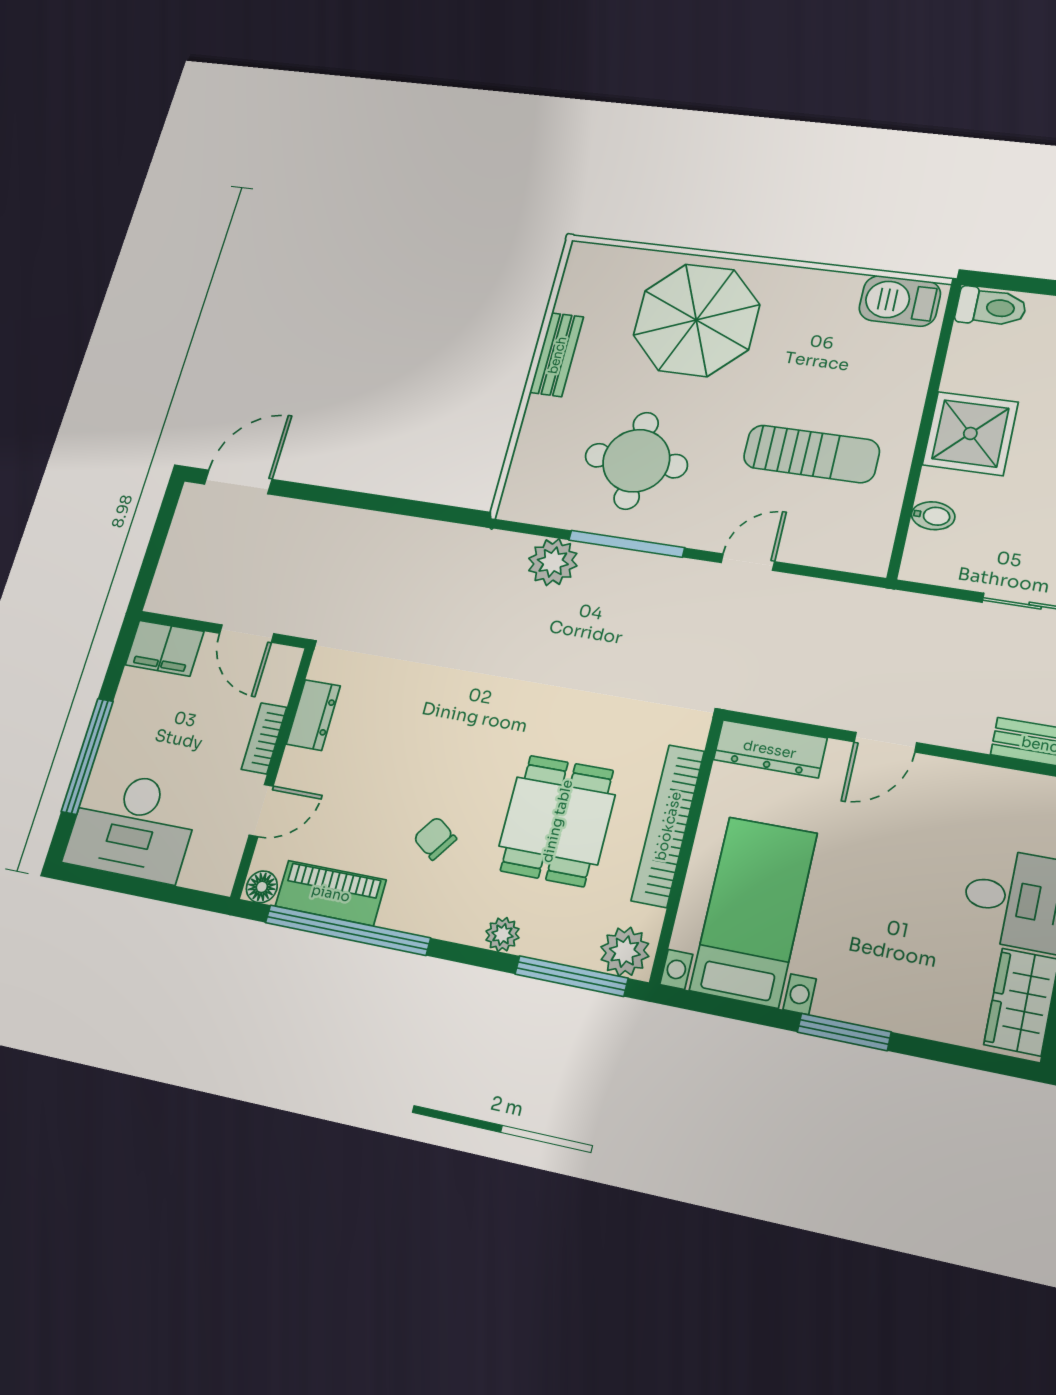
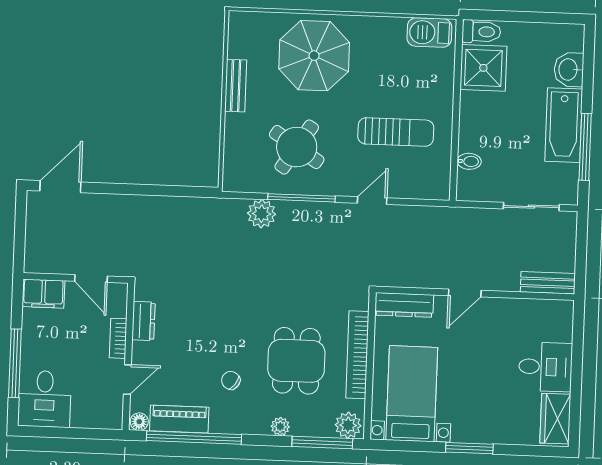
shower: (970, 433) -> (483, 68), moved
round table: (636, 461) -> (297, 147), turned 33
desk: (133, 826) -> (45, 399), width x0.73

